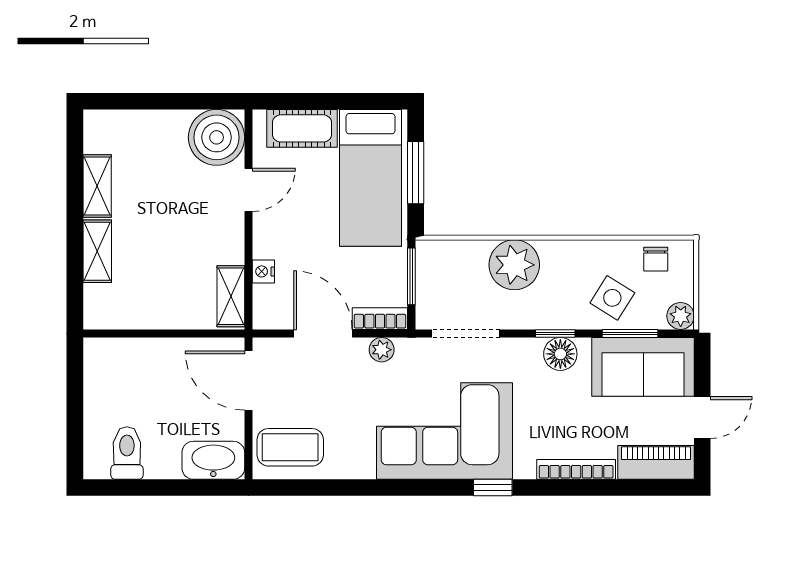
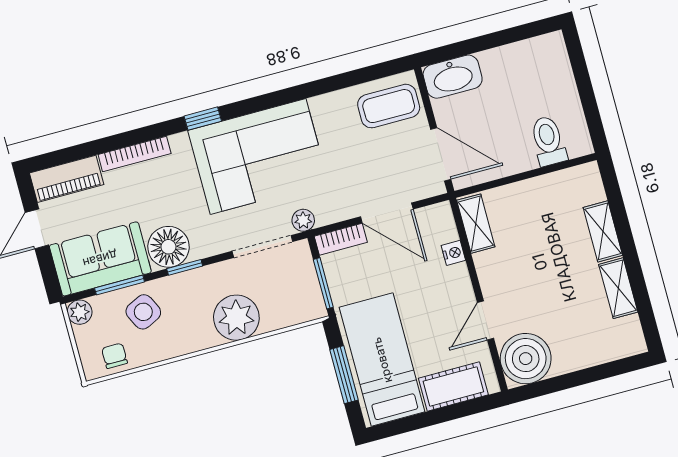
side table: (612, 298) -> (143, 312), turned 32
plant: (382, 350) -> (303, 220), moved
floor lamp: (560, 354) -> (168, 247), width x1.38, depth x1.38
toilet: (127, 453) -> (548, 141), moved, turned 180

